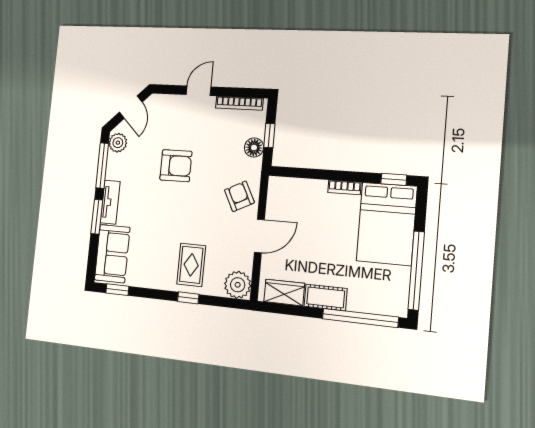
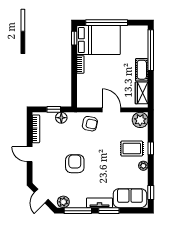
door: (131, 107) -> (41, 196), swing flipped
armchair: (239, 196) -> (90, 124), turned -141
window: (416, 271) -> (107, 23), moved
plant: (161, 282) -> (143, 166), added

